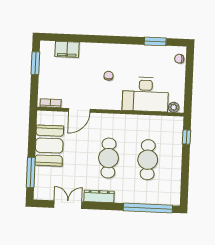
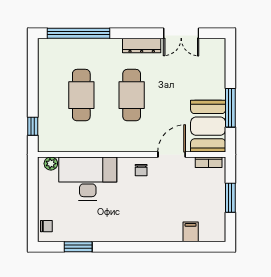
filing cabinet: (67, 49) -> (191, 232), width x0.50
window: (35, 63) -> (230, 198), moved
chair: (109, 76) -> (141, 170), moved
booth: (49, 146) -> (208, 126), moved
window: (31, 172) -> (230, 108), moved

